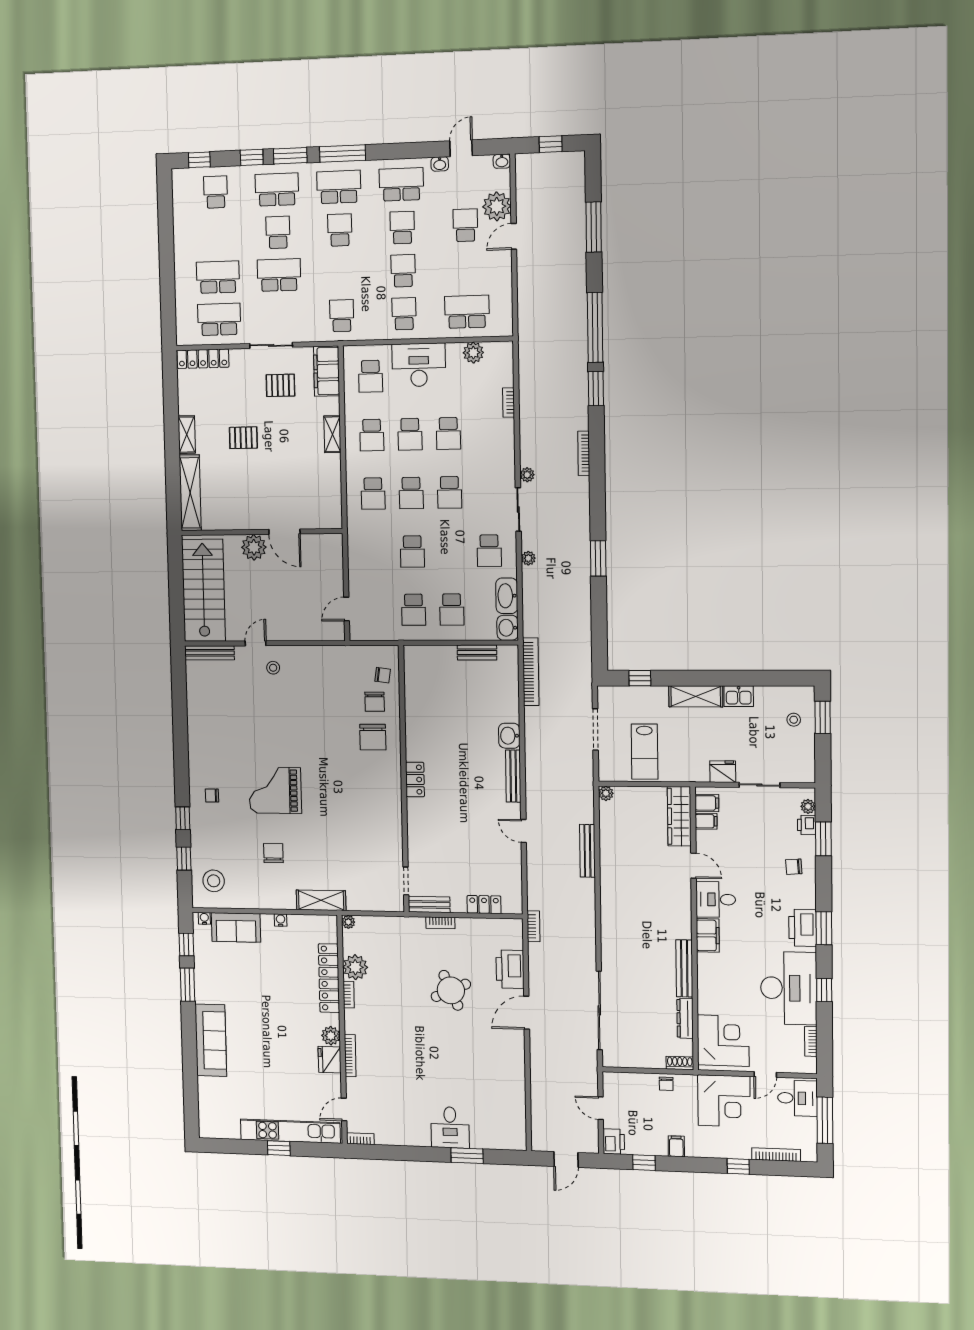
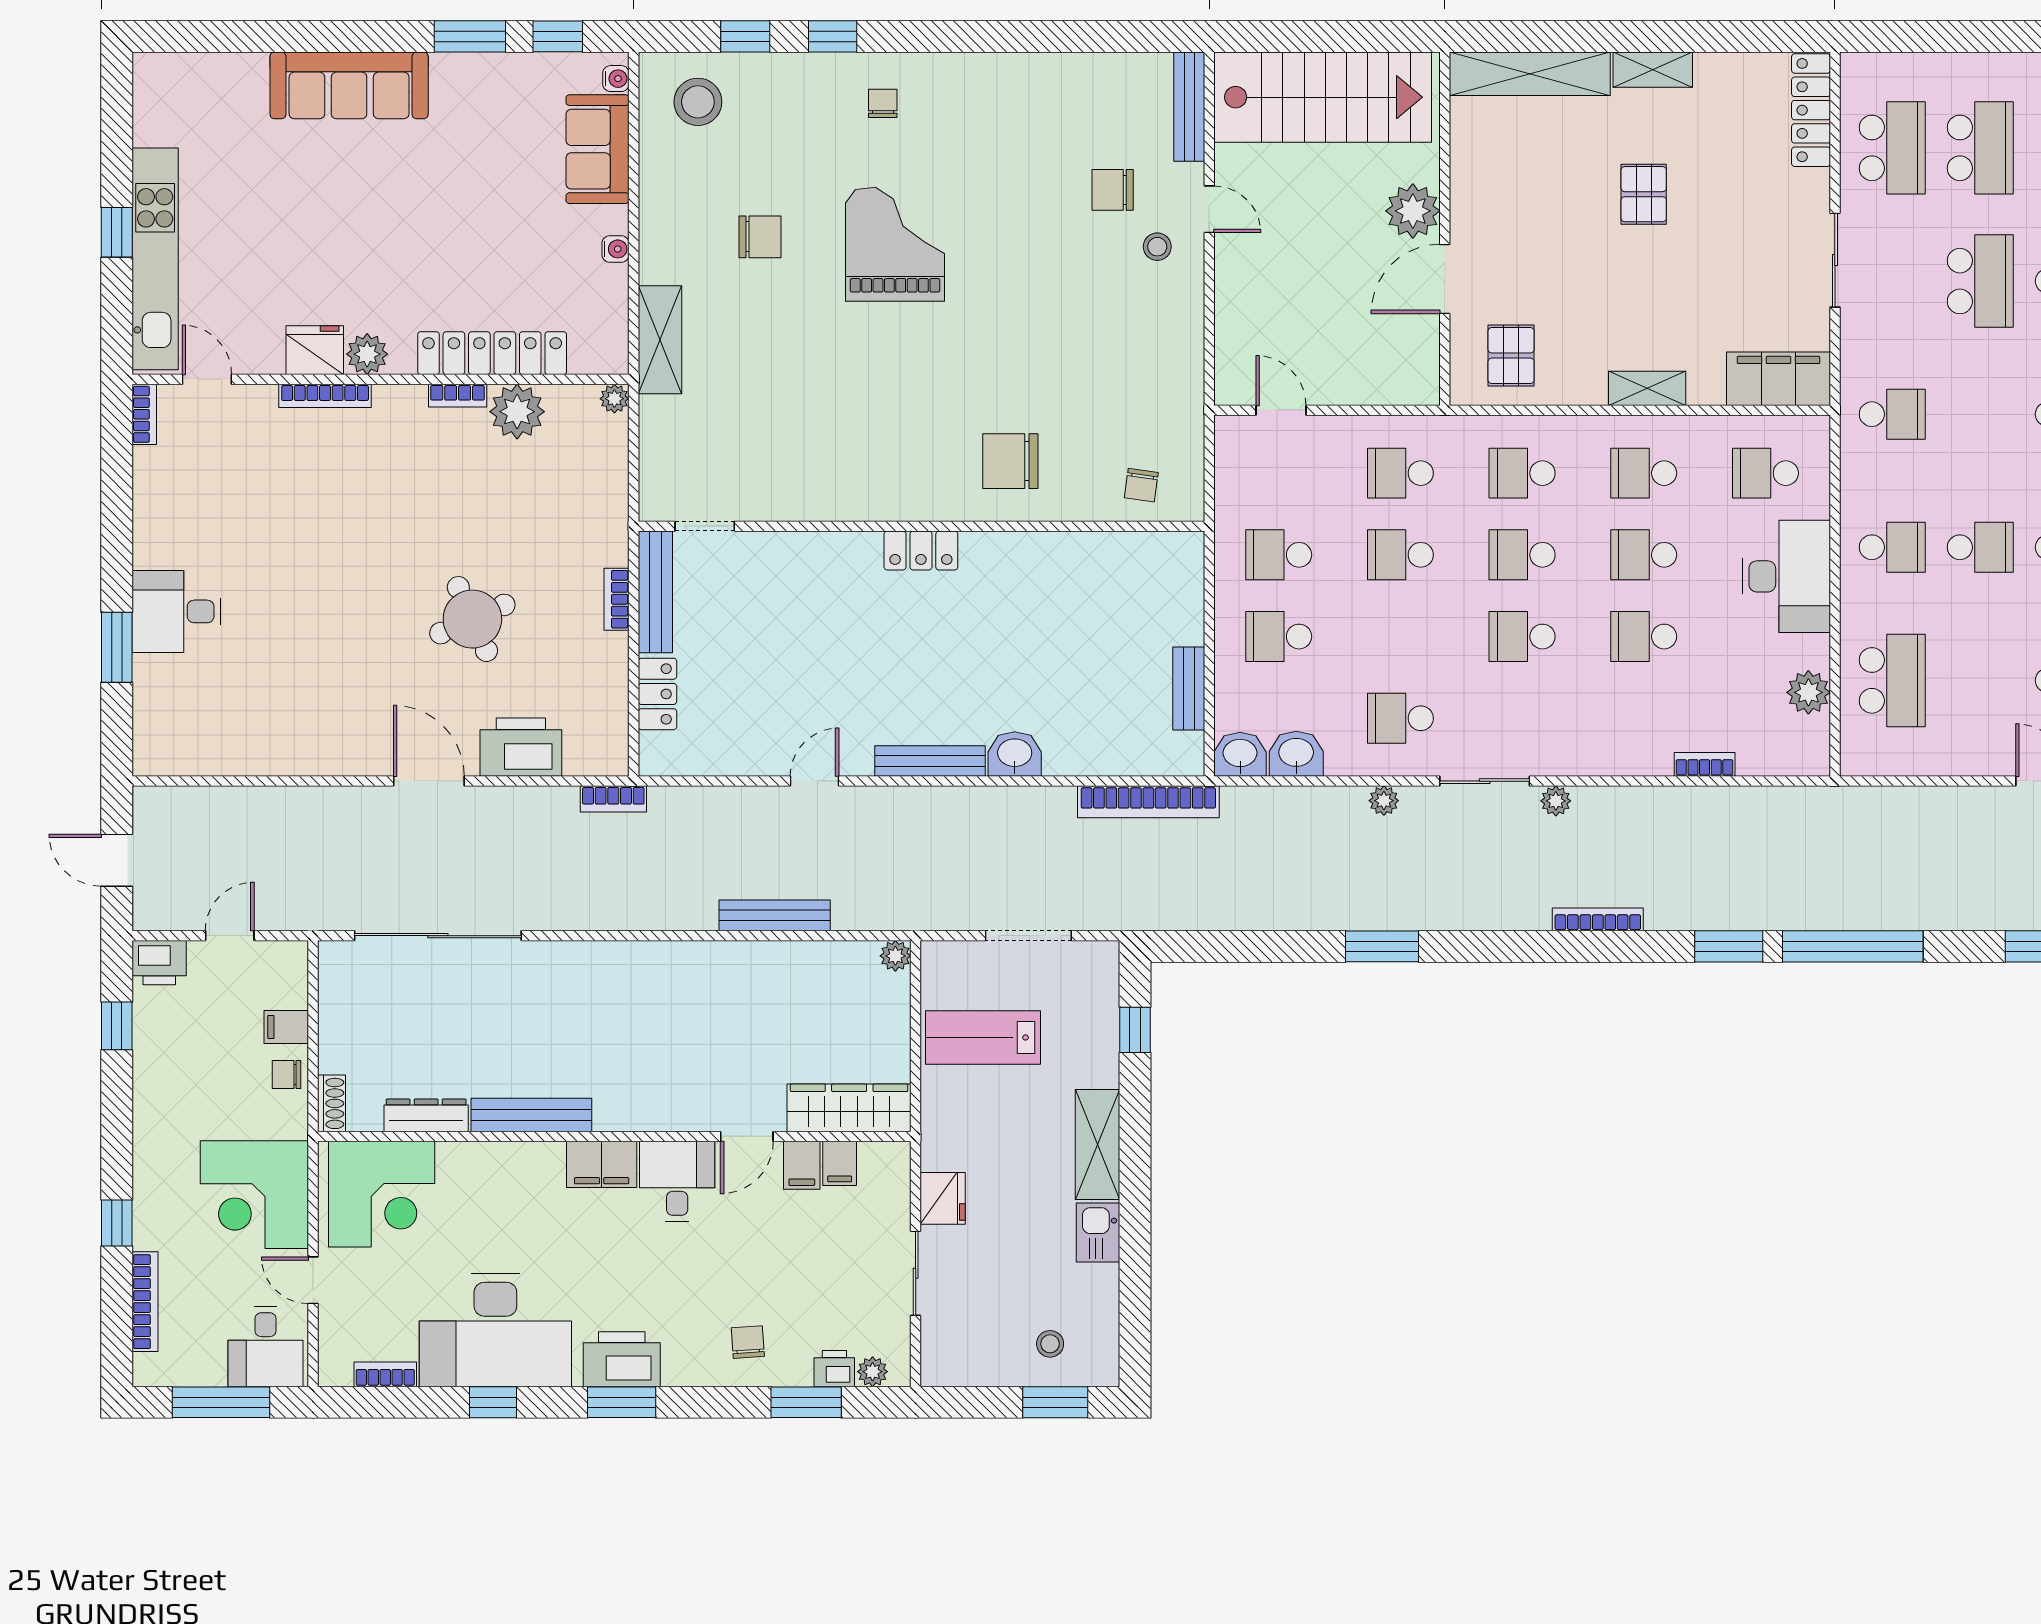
pallet: (280, 385) -> (1511, 356), moved
school desk: (374, 552) -> (1400, 473), added
washbasin: (507, 596) -> (1296, 754), width x0.72
chair: (375, 702) -> (1113, 190), moved
filing cabinet: (707, 803) -> (802, 1165), moved
bench: (429, 904) -> (655, 592), width x1.36
filing cabinet: (676, 1146) -> (286, 1027), moved, turned 180

